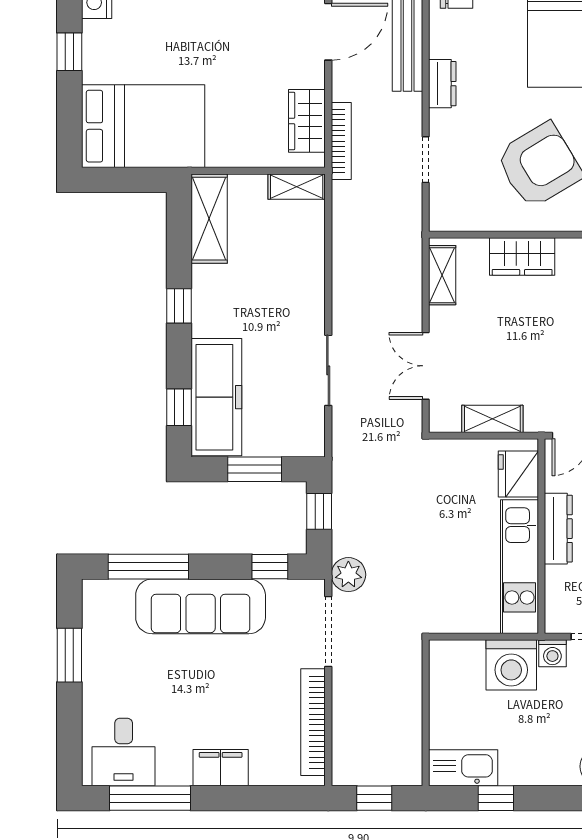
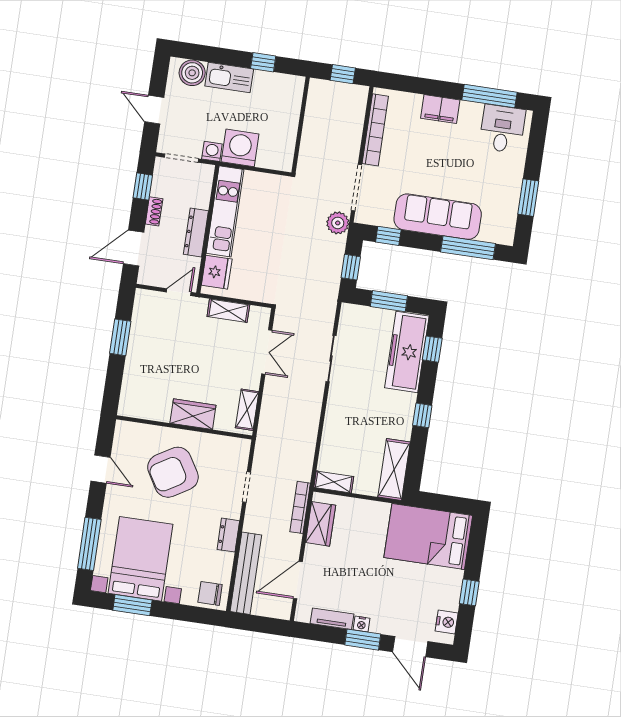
kitchen sink: (463, 768) -> (229, 77), moved

